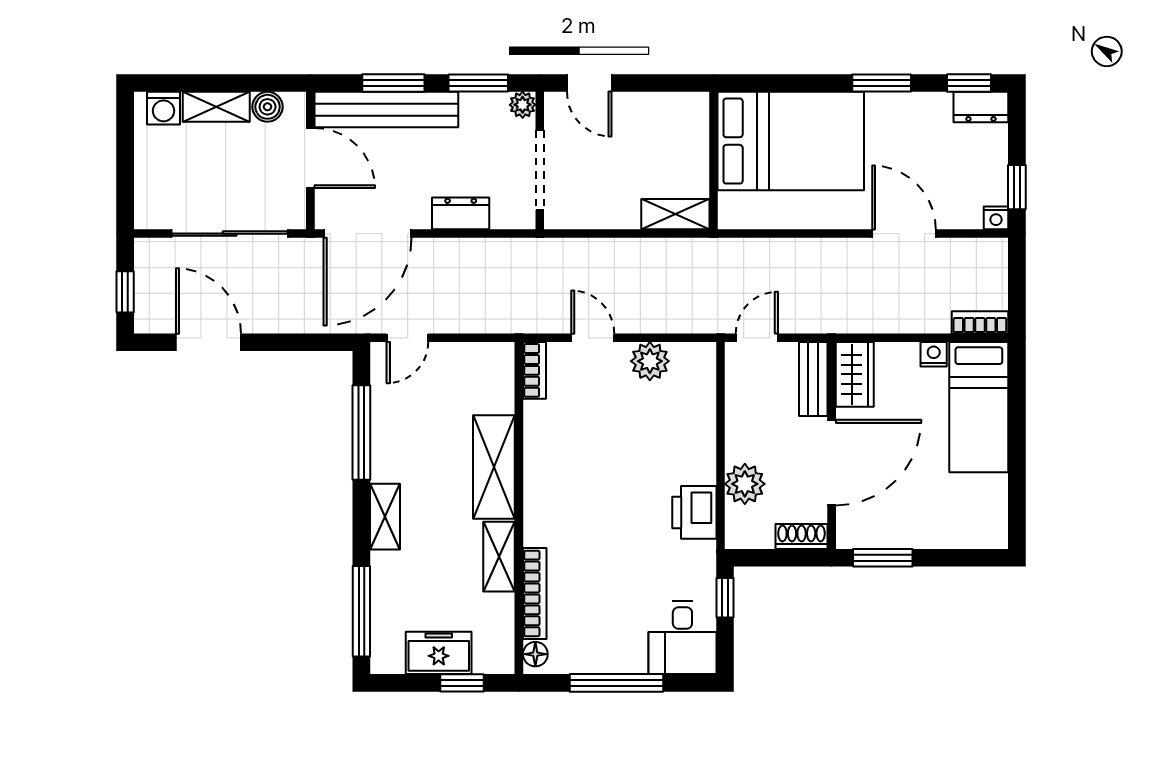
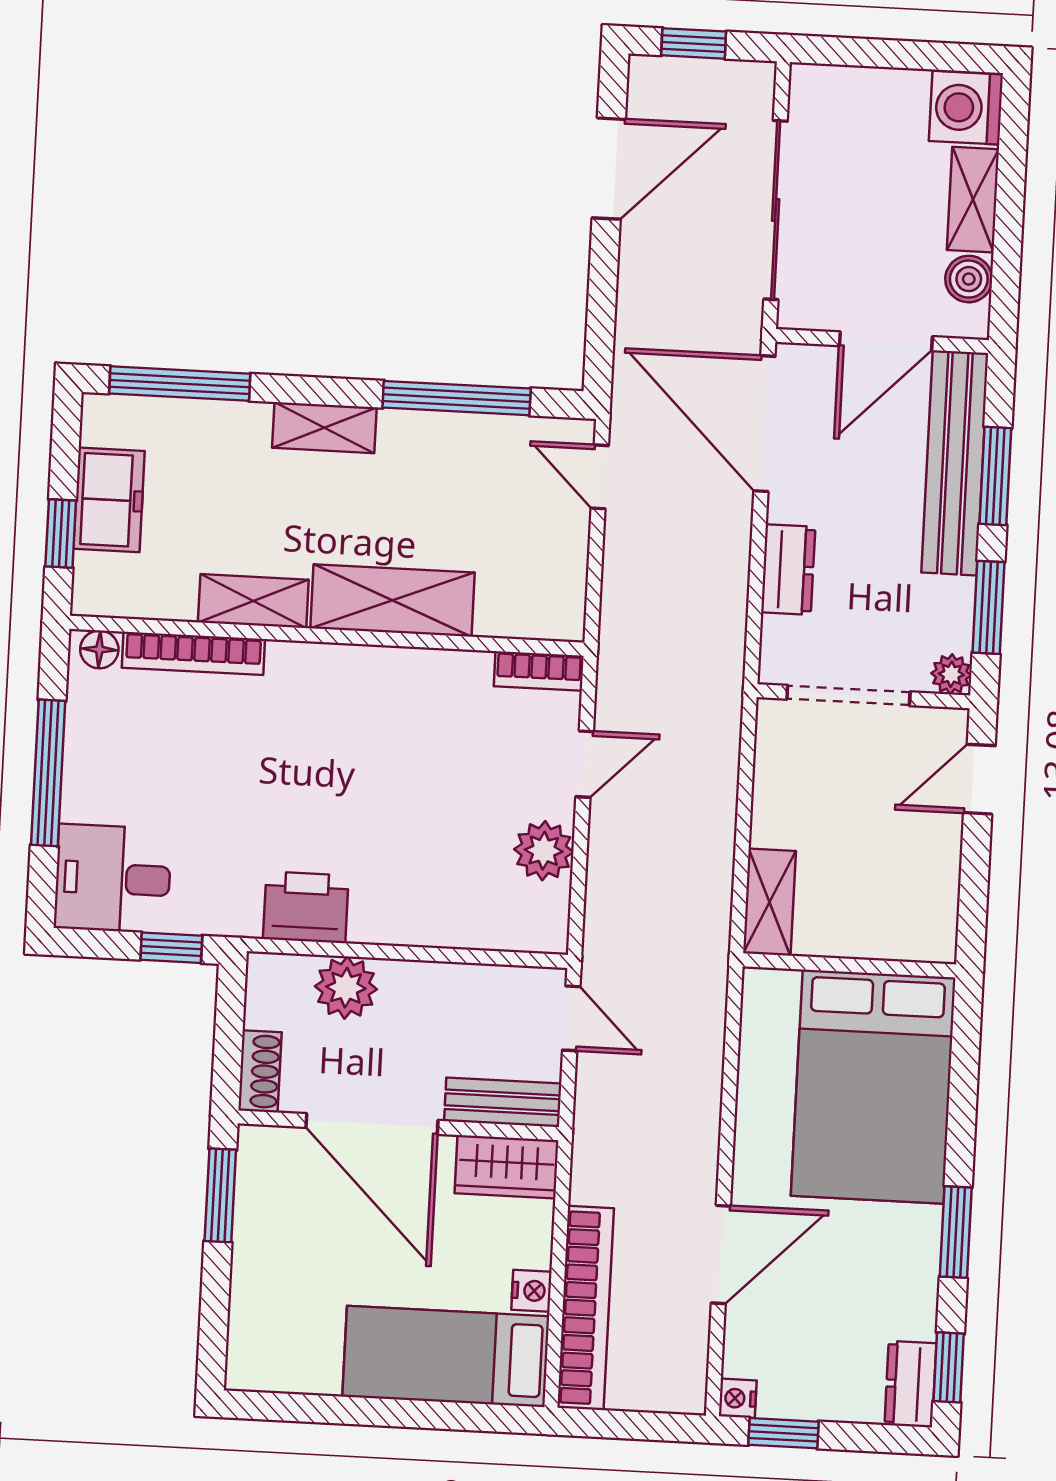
washing machine: (164, 108) -> (966, 108), width x1.38, depth x1.38
bookcase: (980, 322) -> (586, 1308), width x2.31, depth x1.31

